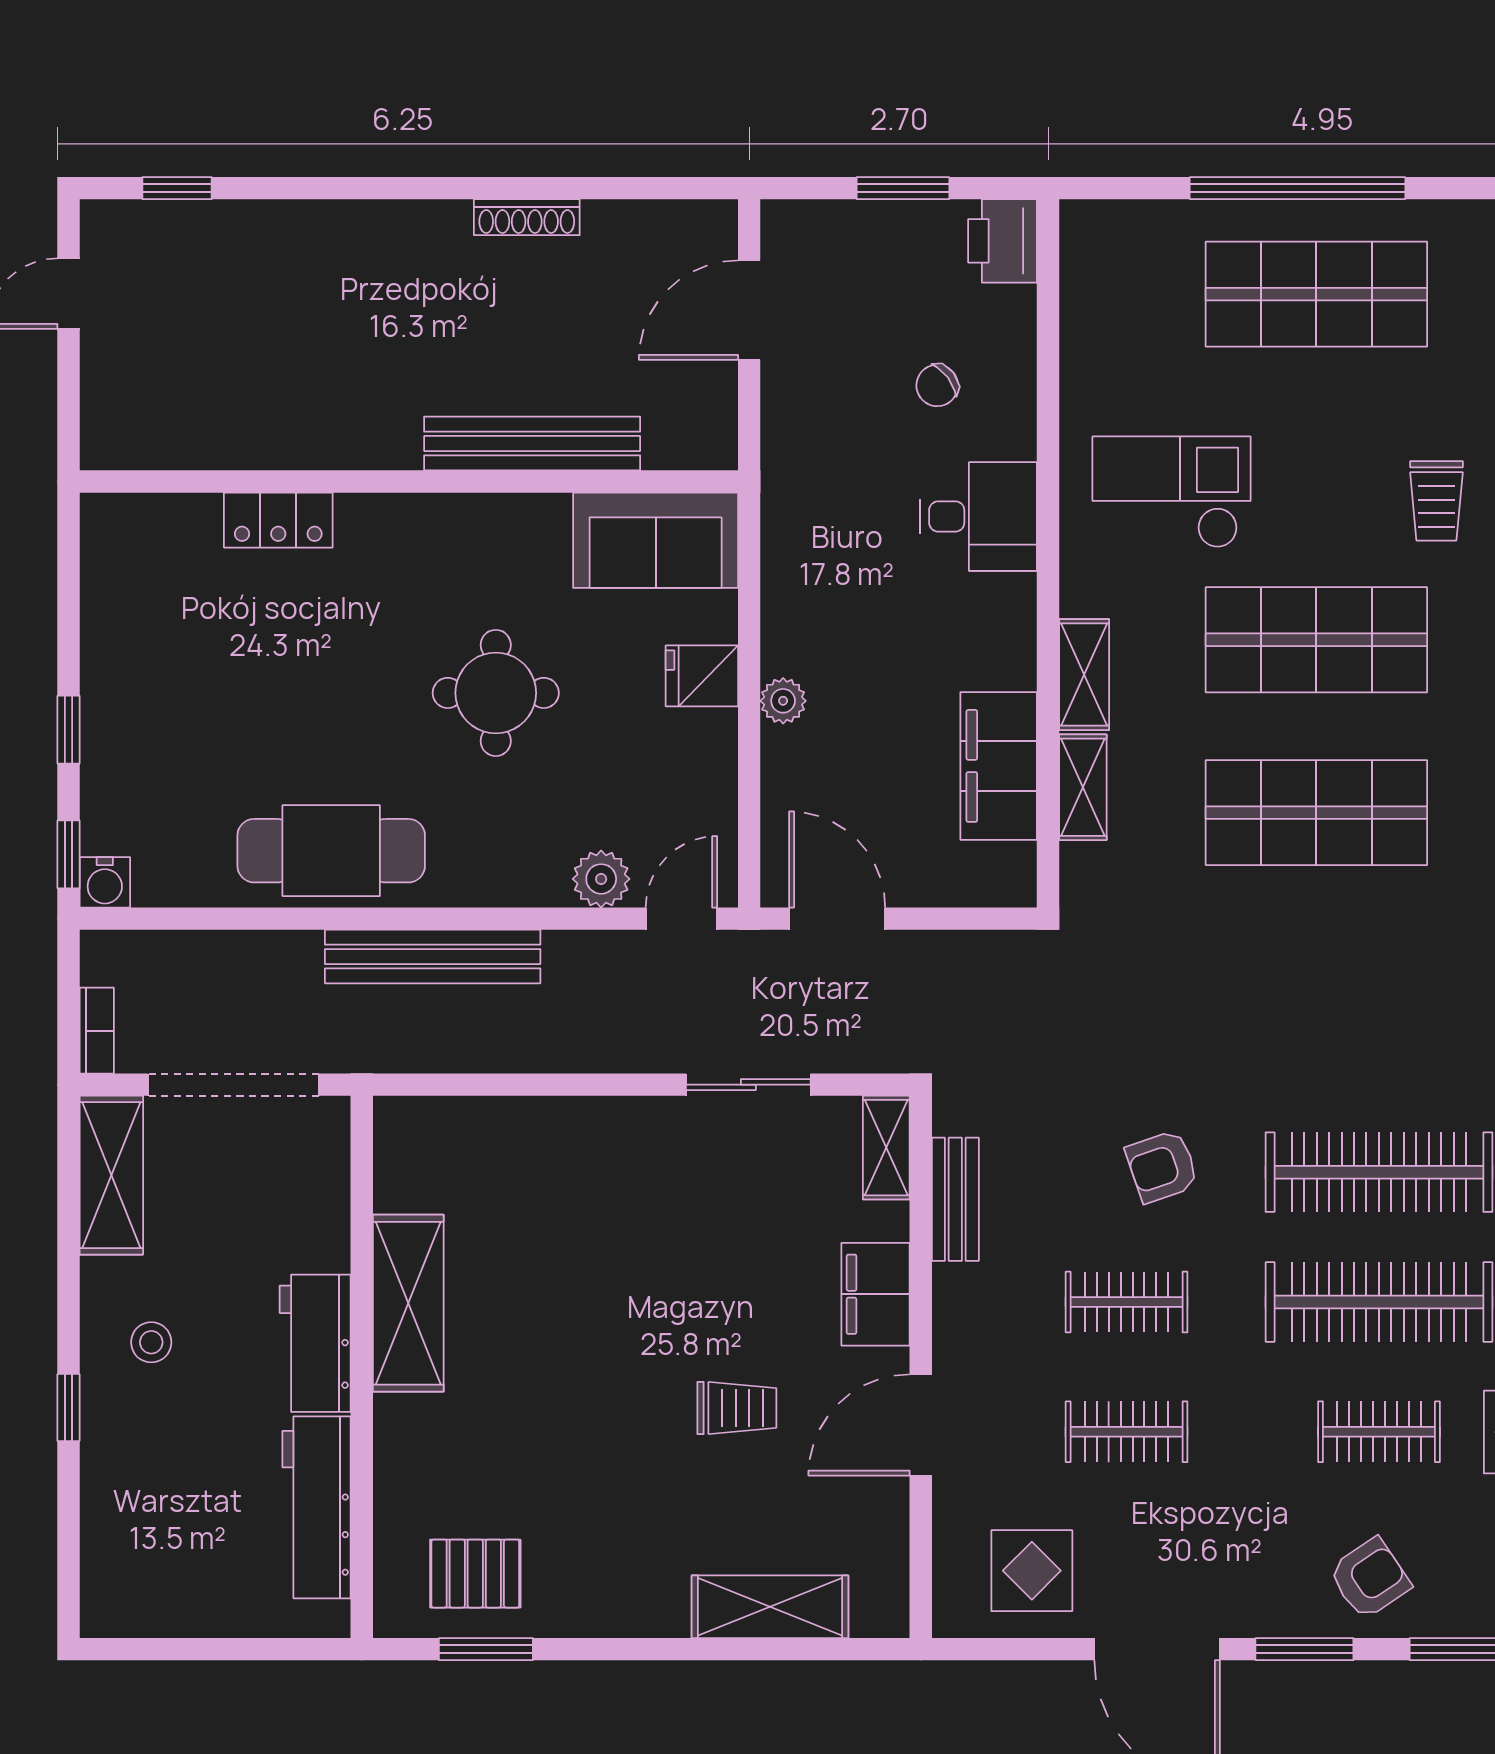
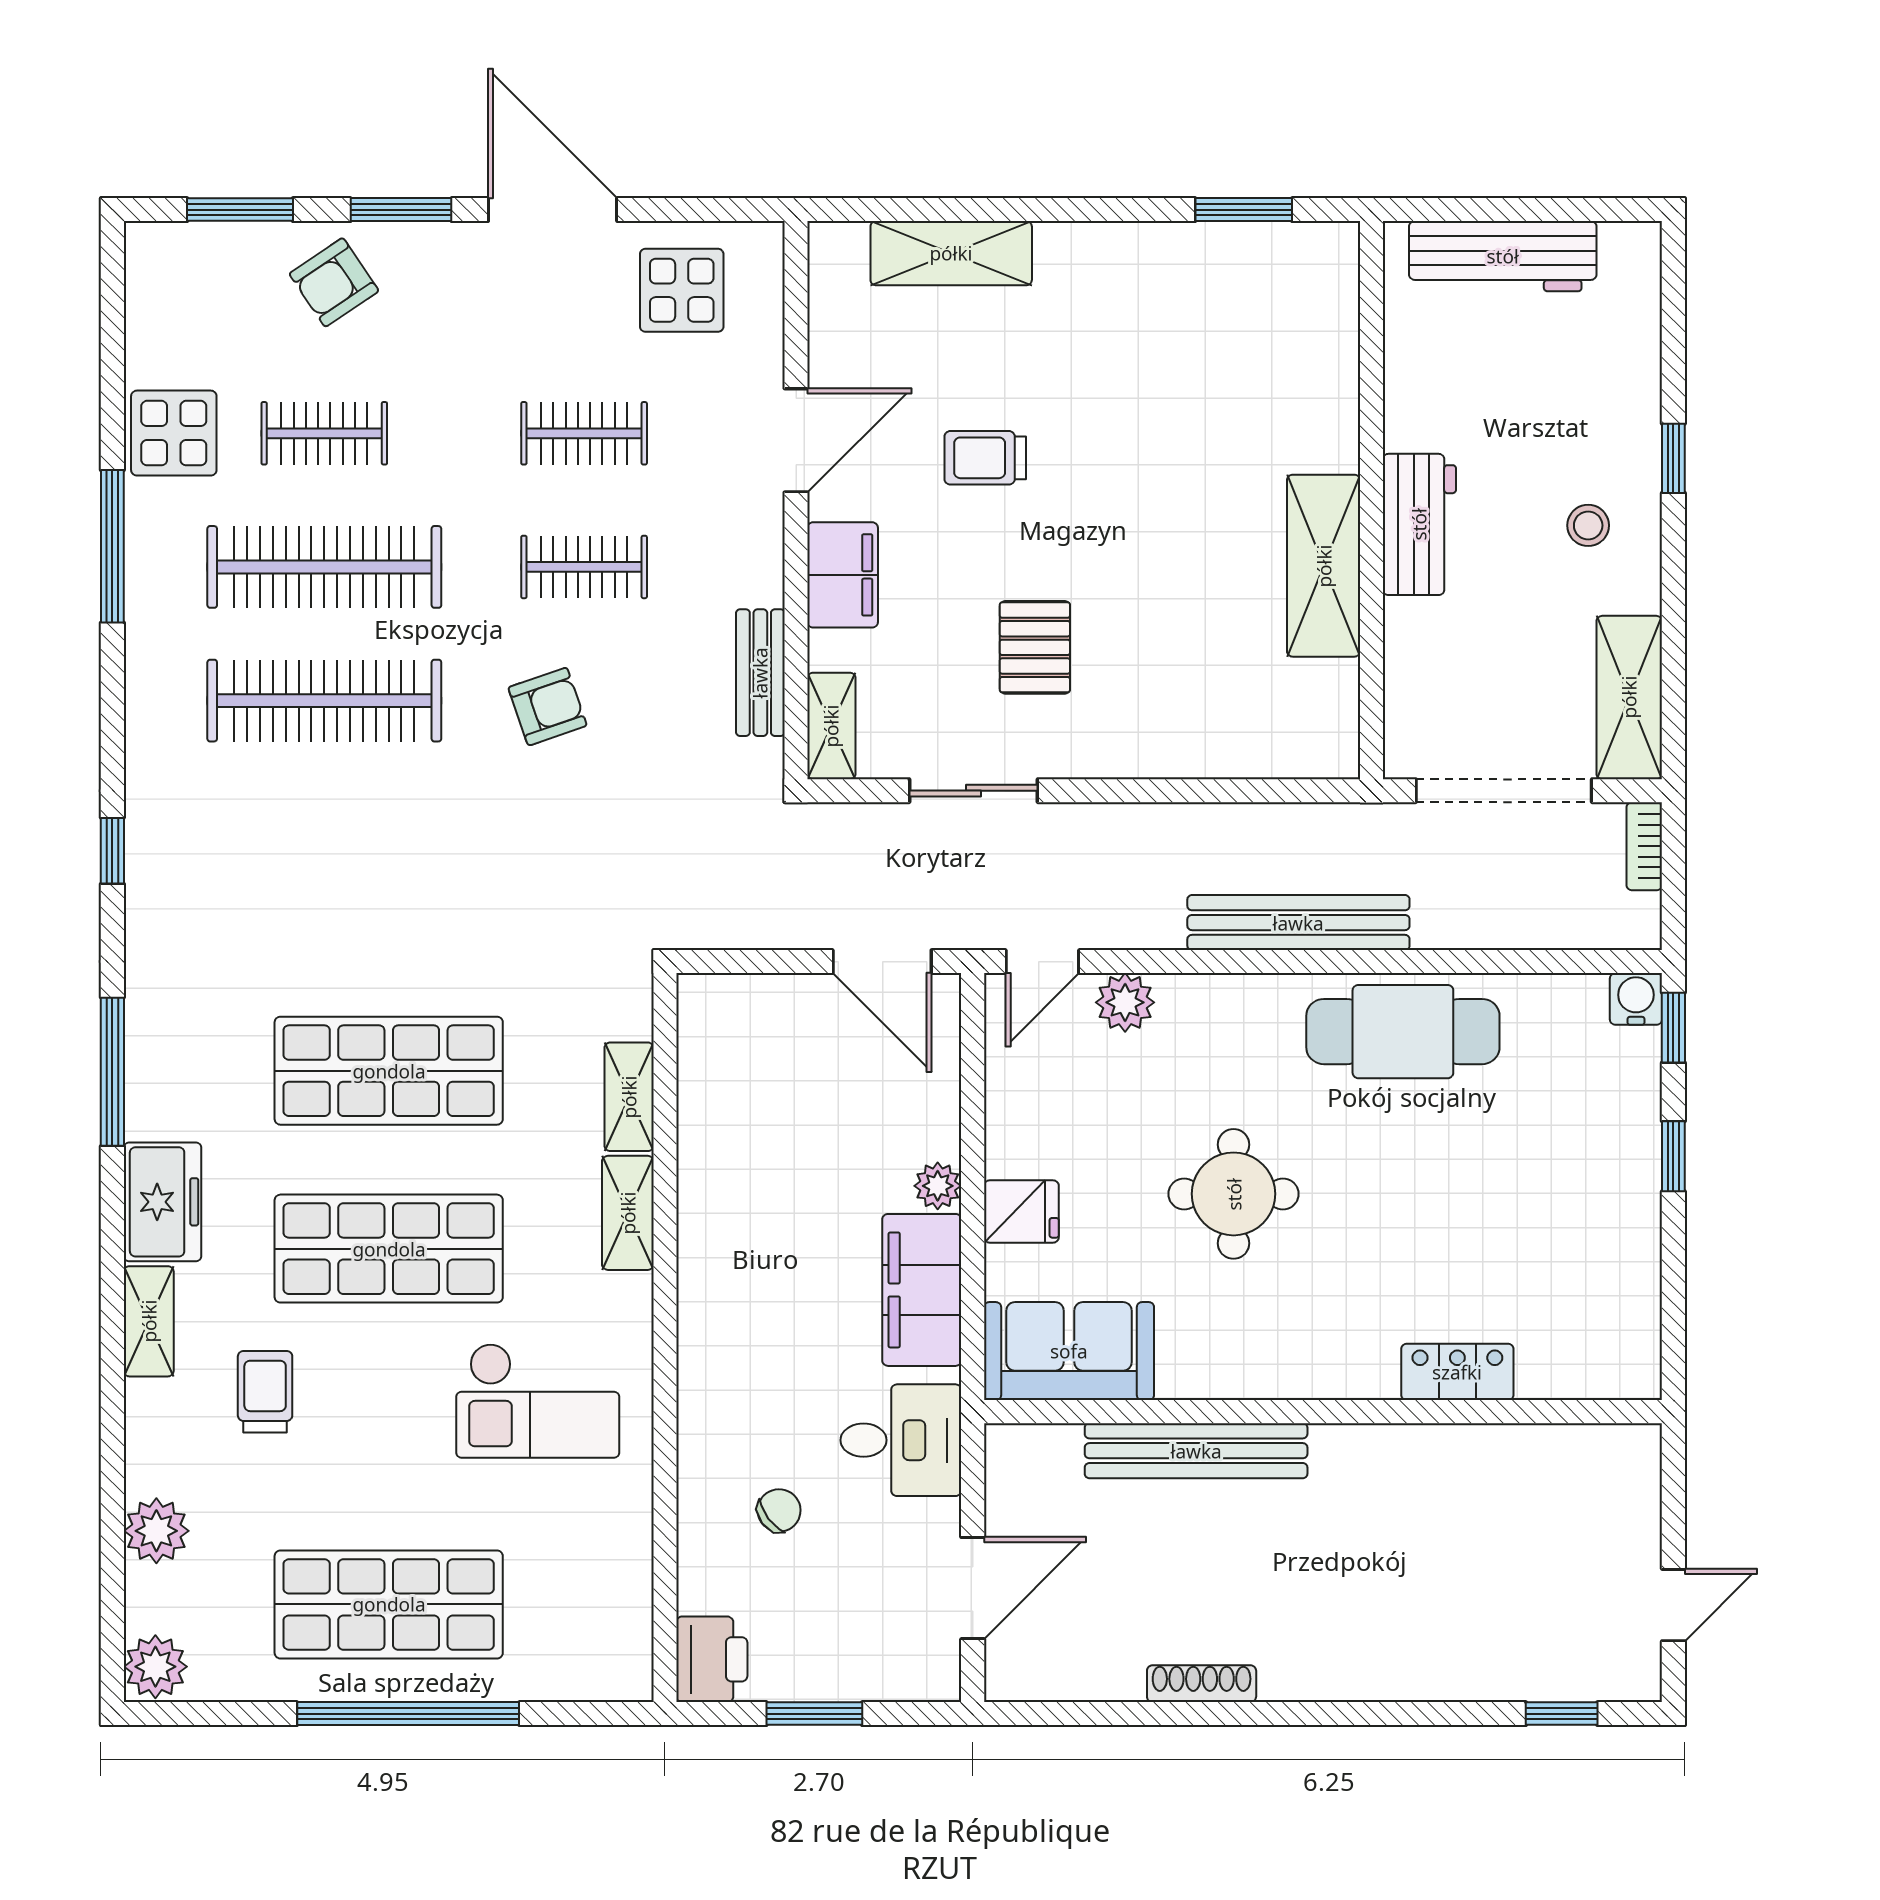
desk: (978, 516) -> (901, 1440), moved, turned 180
filing cabinet: (999, 766) -> (922, 1290), moved, turned 180
workbench: (317, 1507) -> (1503, 256), moved, turned 90
pallet: (475, 1574) -> (1035, 647), moved, turned 90

